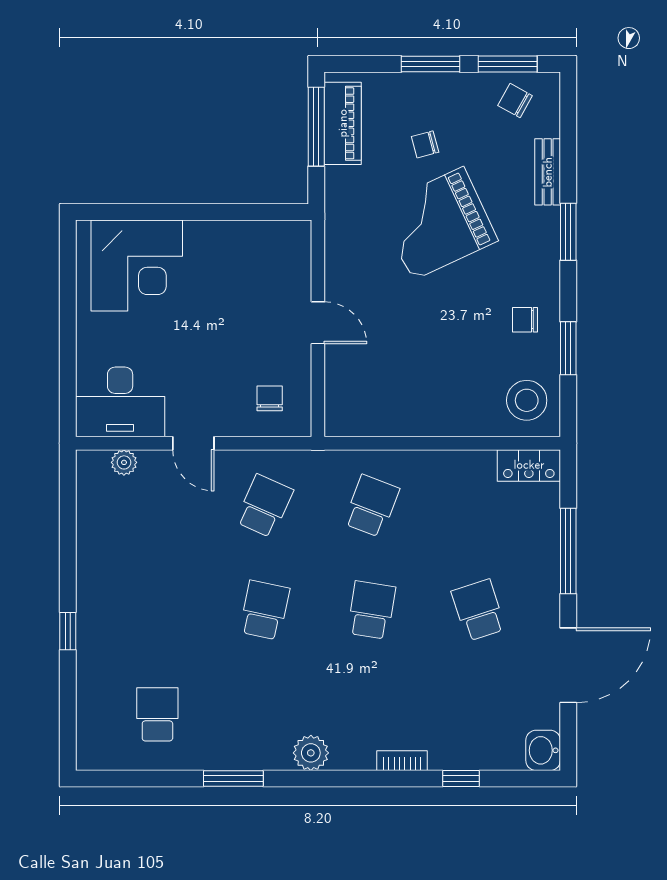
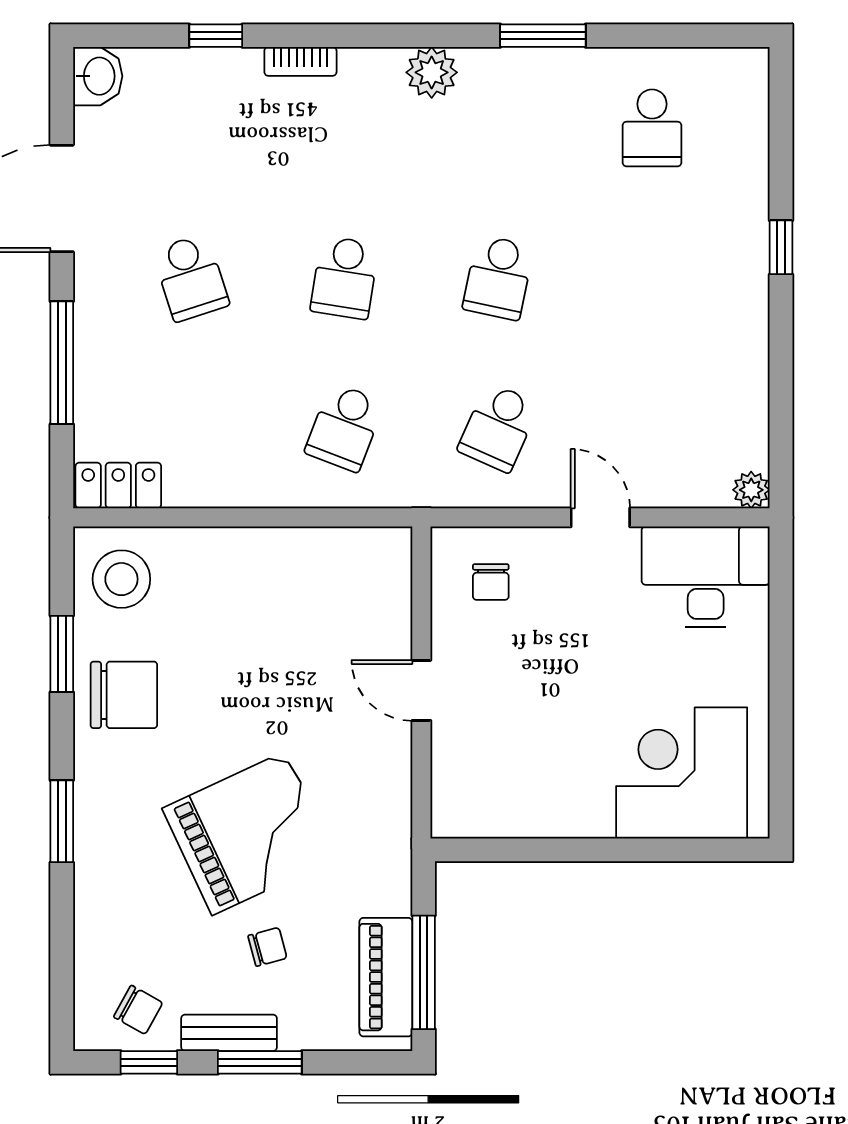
window: (508, 64) -> (149, 1062), width x0.67
bench: (548, 172) -> (229, 1033), moved, turned 90
chair: (525, 320) -> (124, 695), width x1.87, depth x1.87
plant: (124, 462) -> (751, 490), moved

